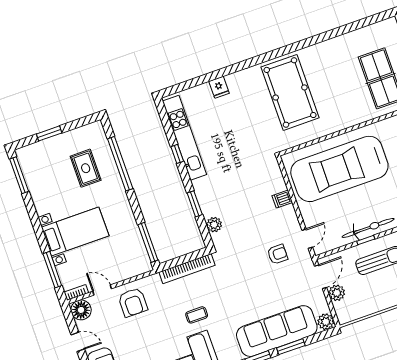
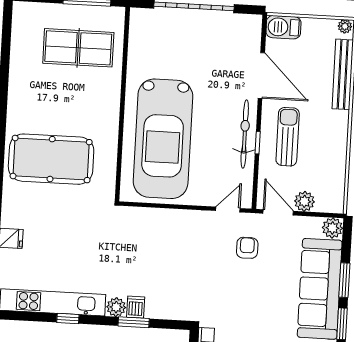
dishwasher: (282, 199) -> (136, 307), moved, turned 180
plant: (214, 225) -> (116, 307), moved
door: (307, 239) -> (228, 209), hinge flipped
armchair: (278, 254) -> (247, 248), moved

